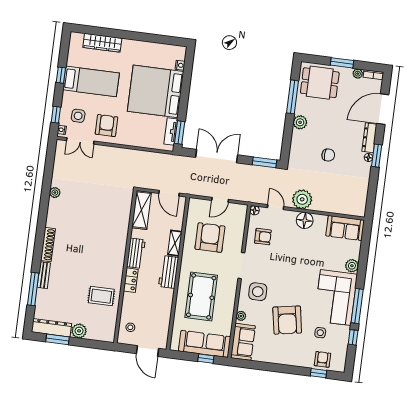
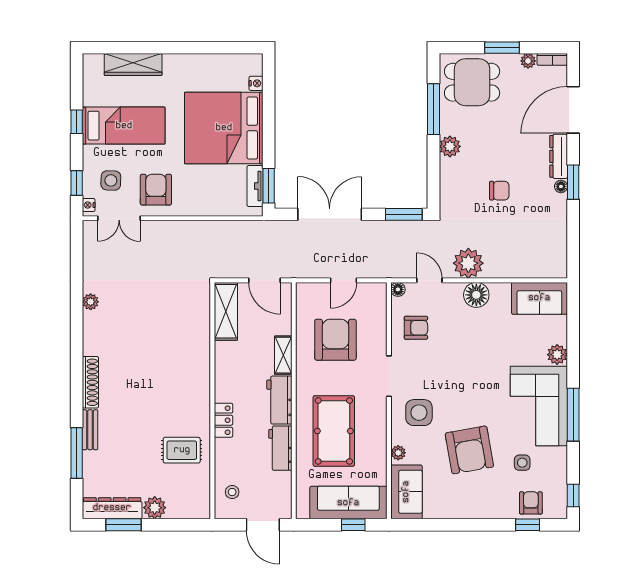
workbench: (136, 253) -> (280, 448), moved, turned 180
window: (353, 337) -> (573, 495), moved

